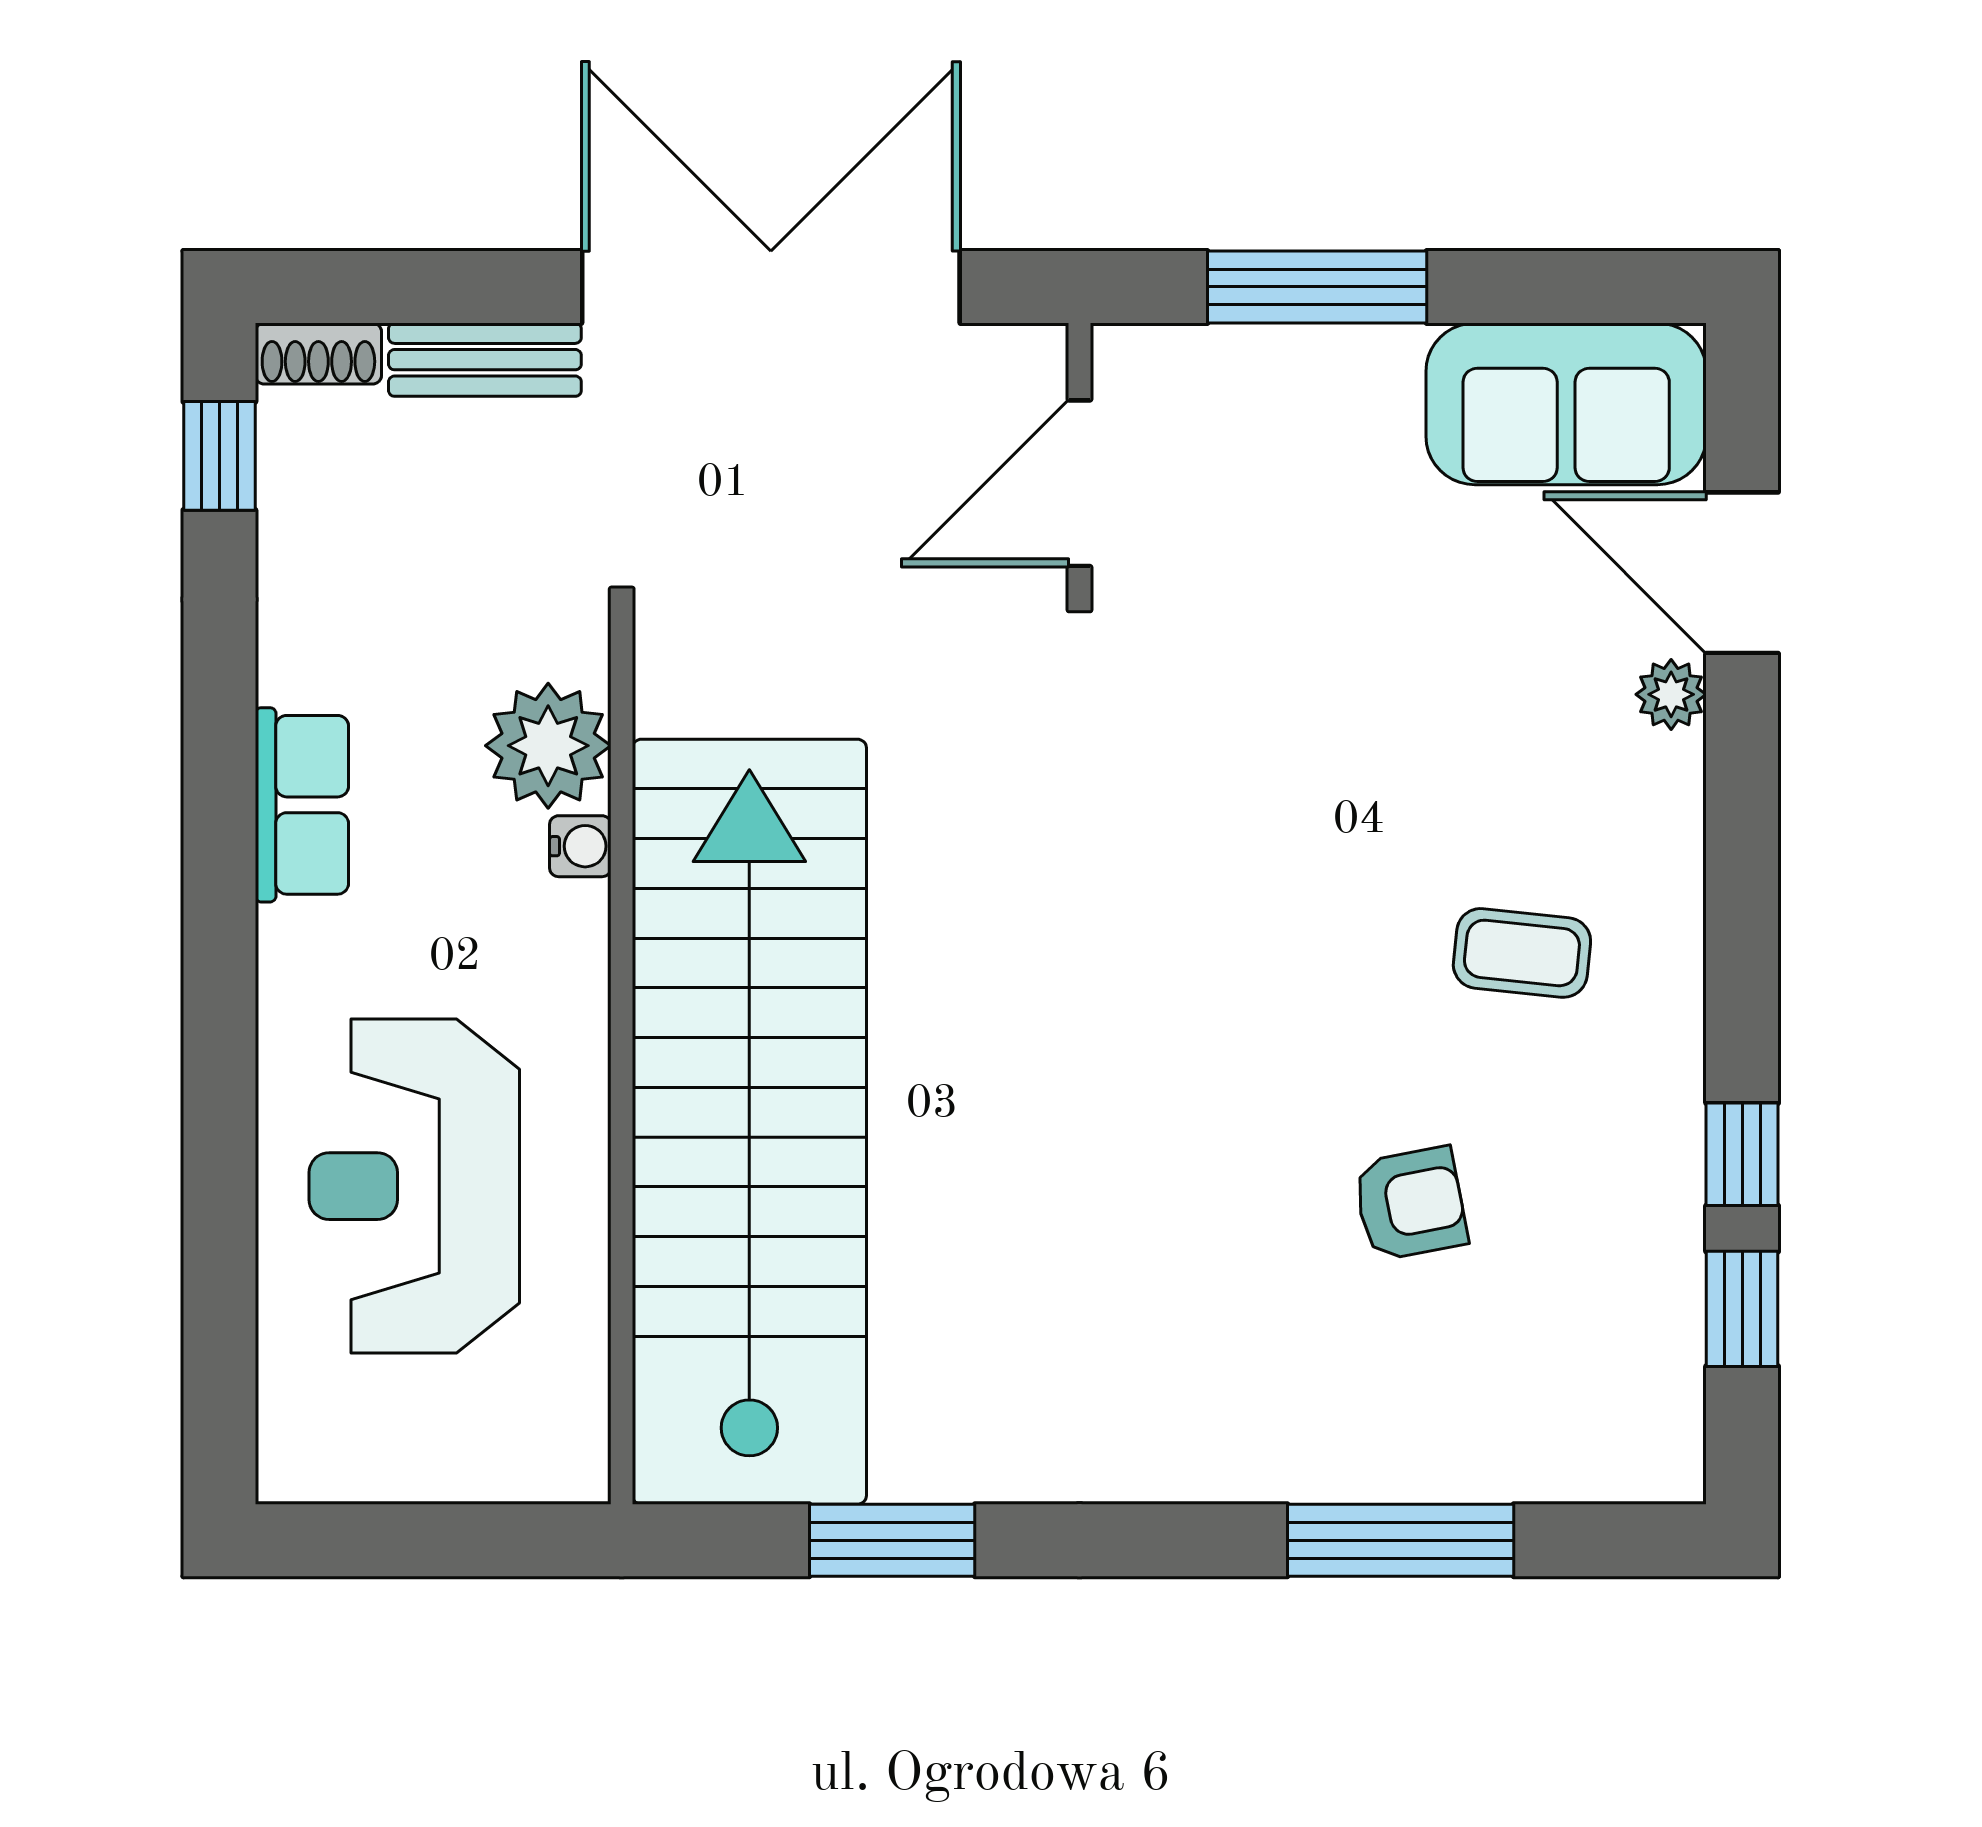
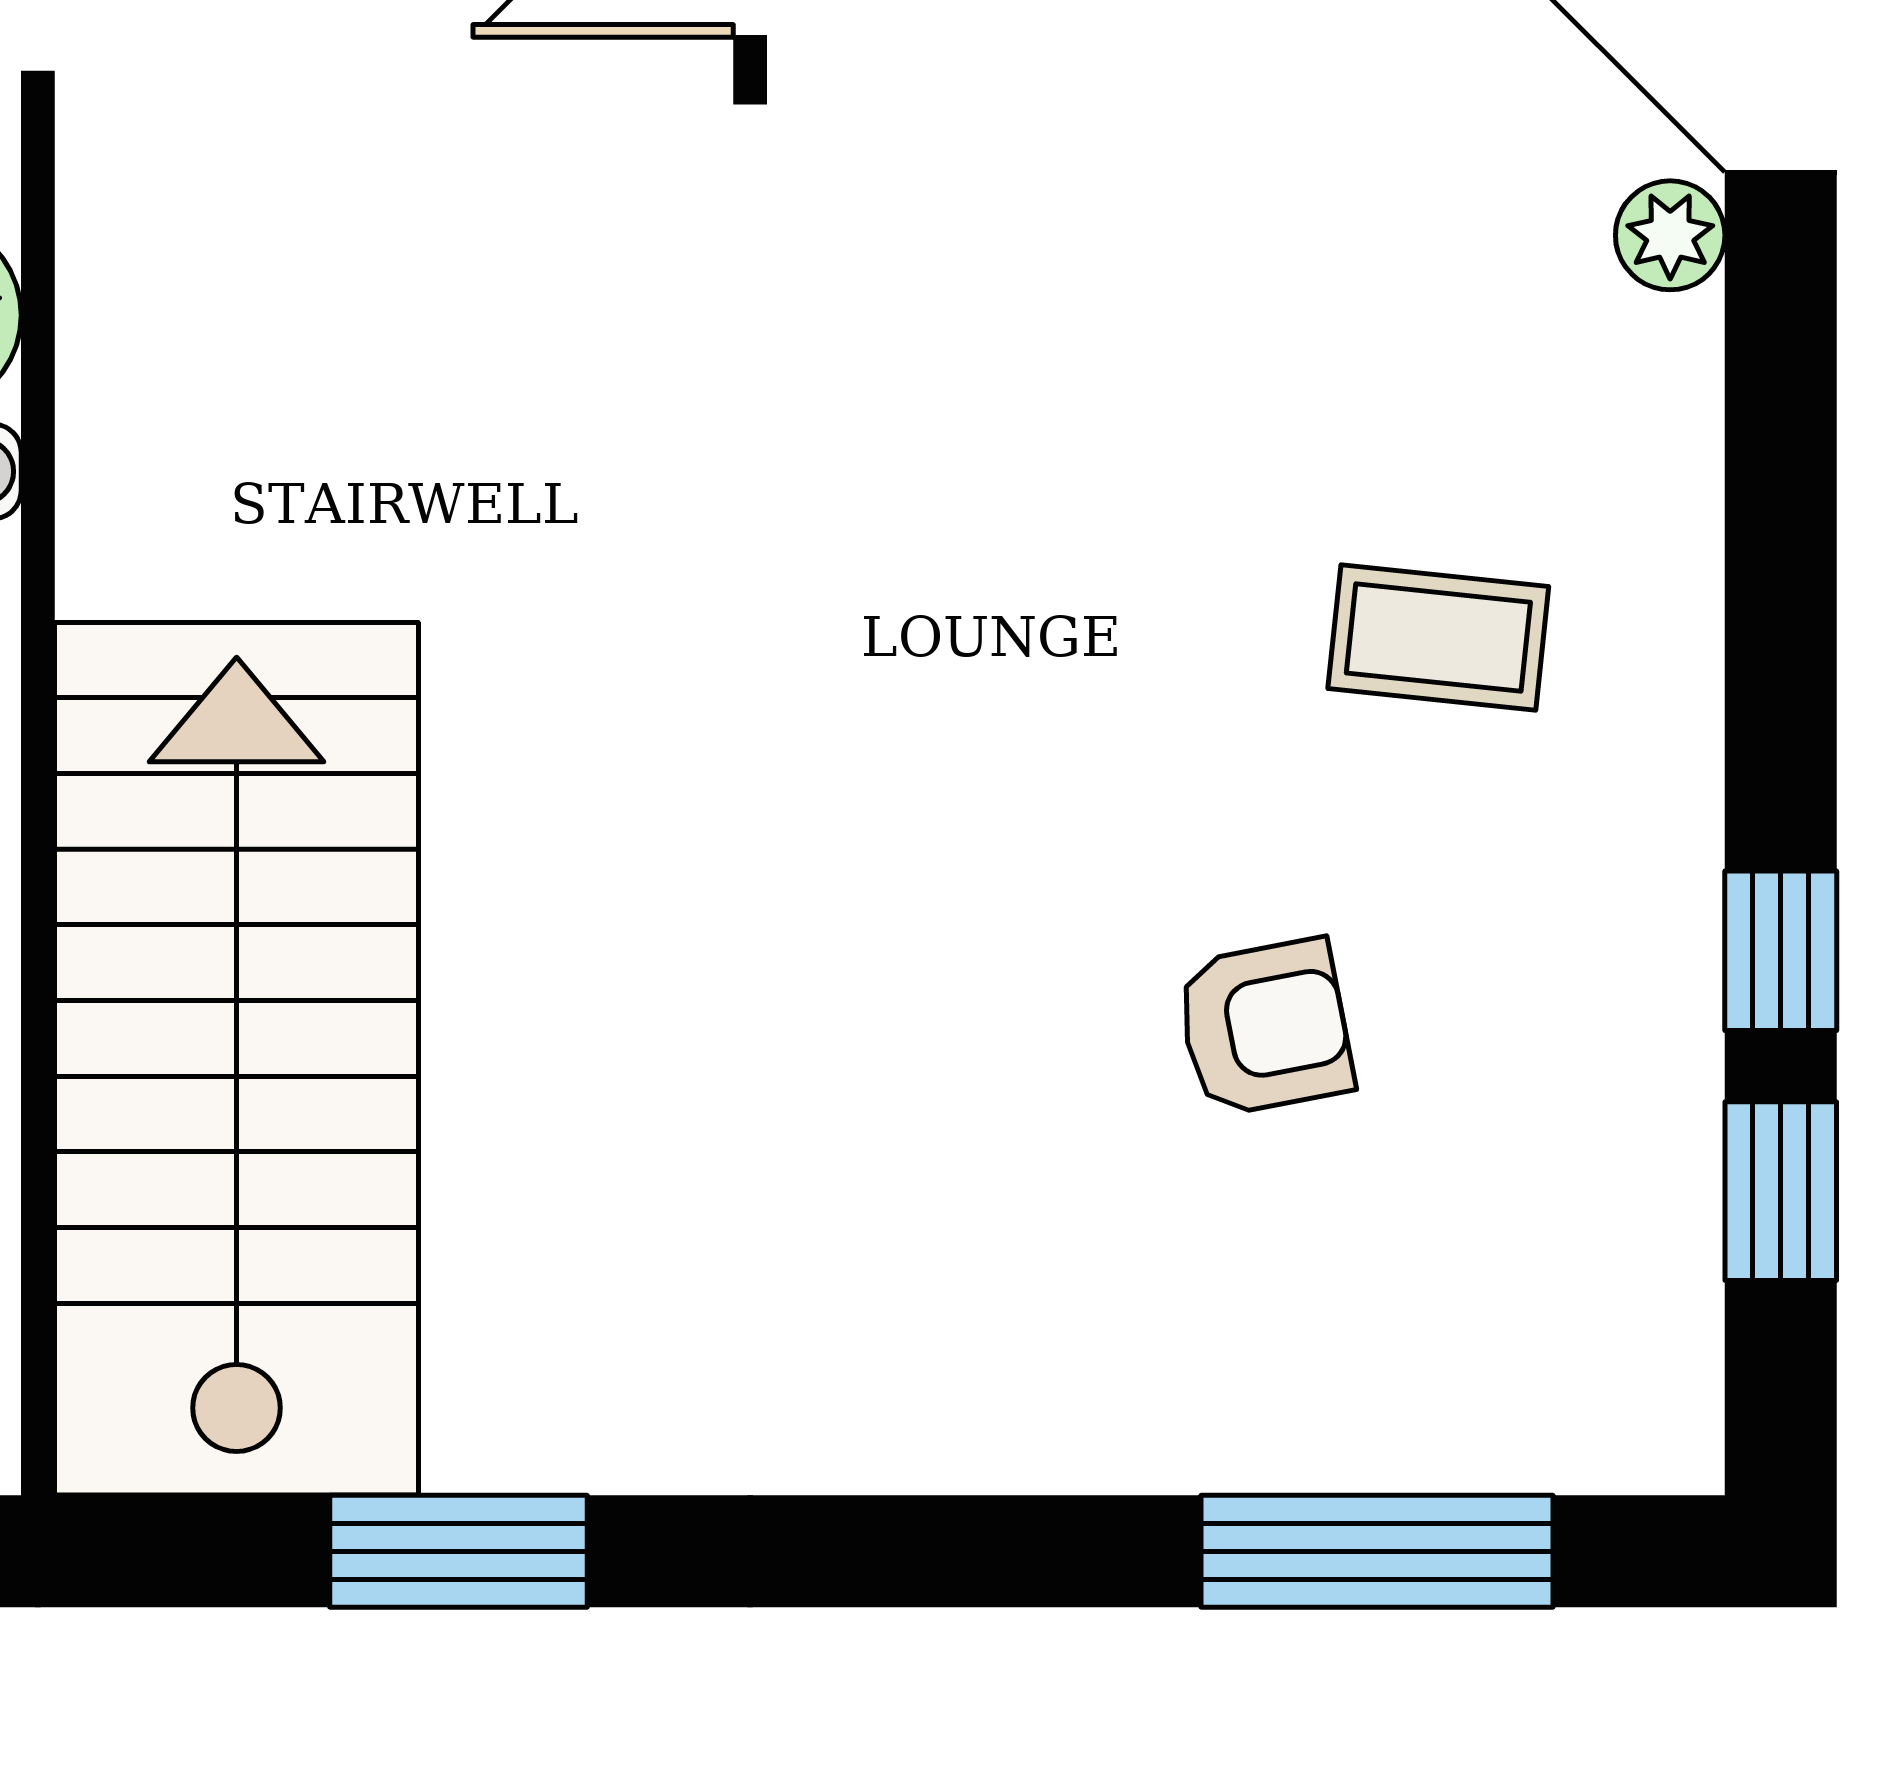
stairs: (749, 1122) -> (237, 1059), width x0.73
window: (1401, 1540) -> (1377, 1551), moved

